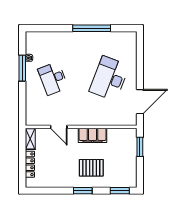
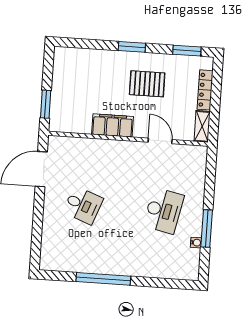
desk: (53, 78) -> (164, 211), turned 33
desk: (109, 78) -> (83, 205), width x0.53, depth x0.77
pallet: (91, 168) -> (147, 84), moved
window: (120, 191) -> (187, 51), moved

